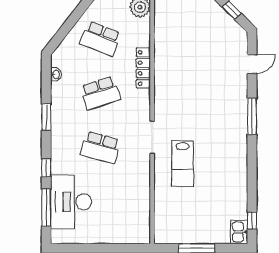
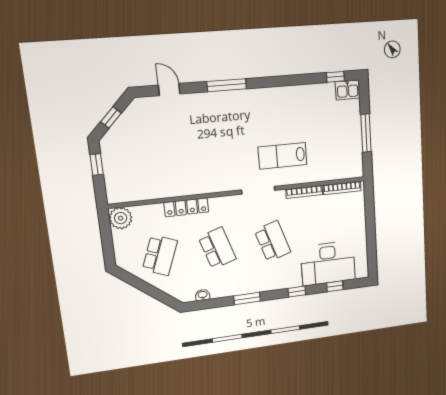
school desk: (100, 148) -> (273, 241), turned -33
lab bench: (183, 164) -> (283, 156), turned 180
bookcase: (146, 183) -> (304, 192), added
window: (46, 208) -> (335, 286), width x0.46
bookcase: (145, 221) -> (342, 188), added

